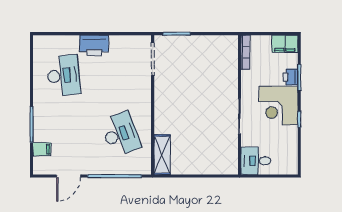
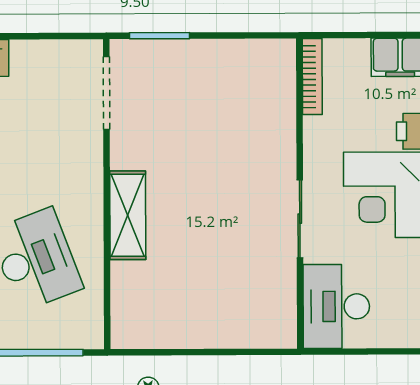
shelving: (162, 155) -> (128, 215), moved
desk: (256, 161) -> (336, 306), width x1.37

